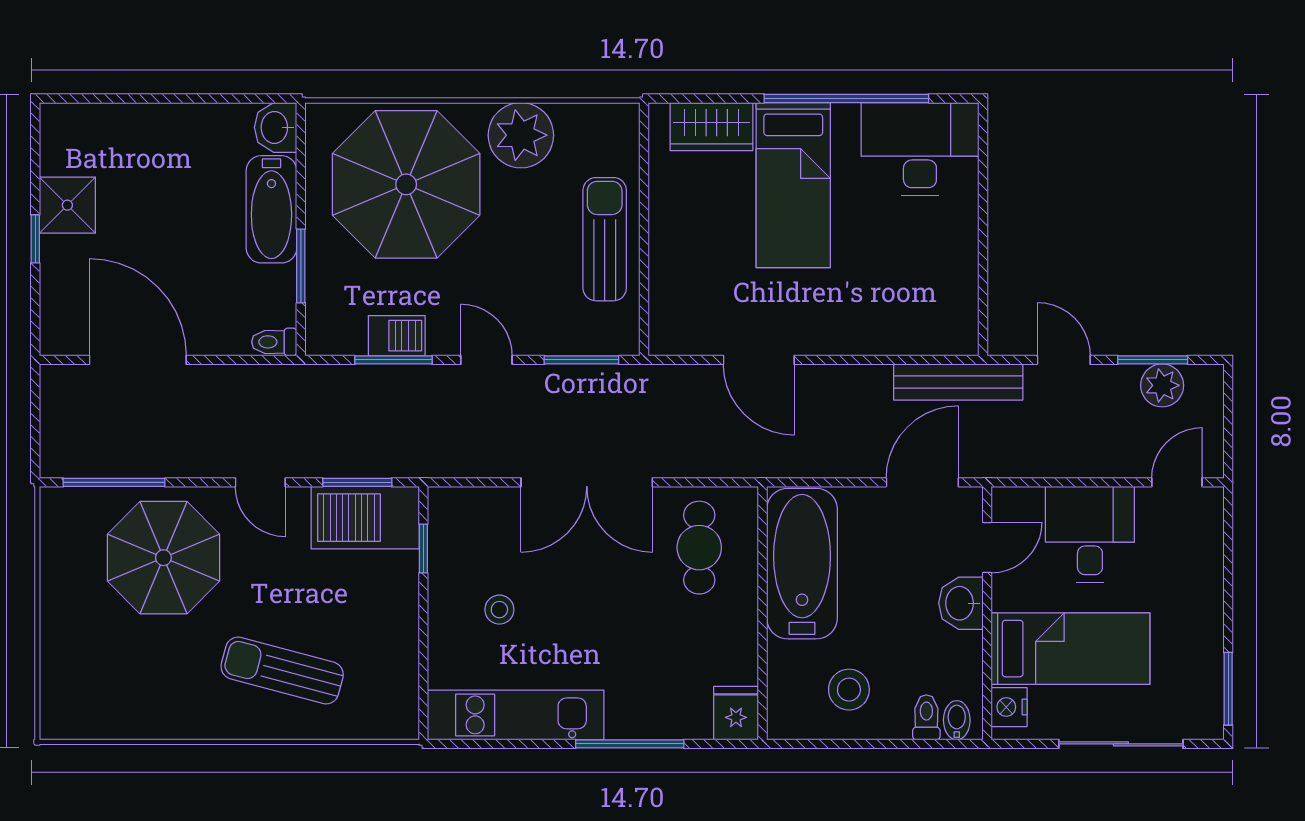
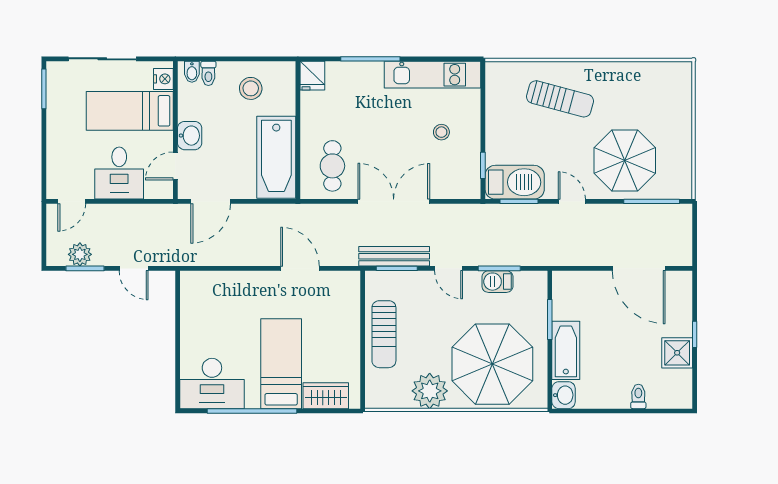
toilet: (274, 342) -> (638, 396), moved, turned -90
bench: (958, 382) -> (394, 256), moved

